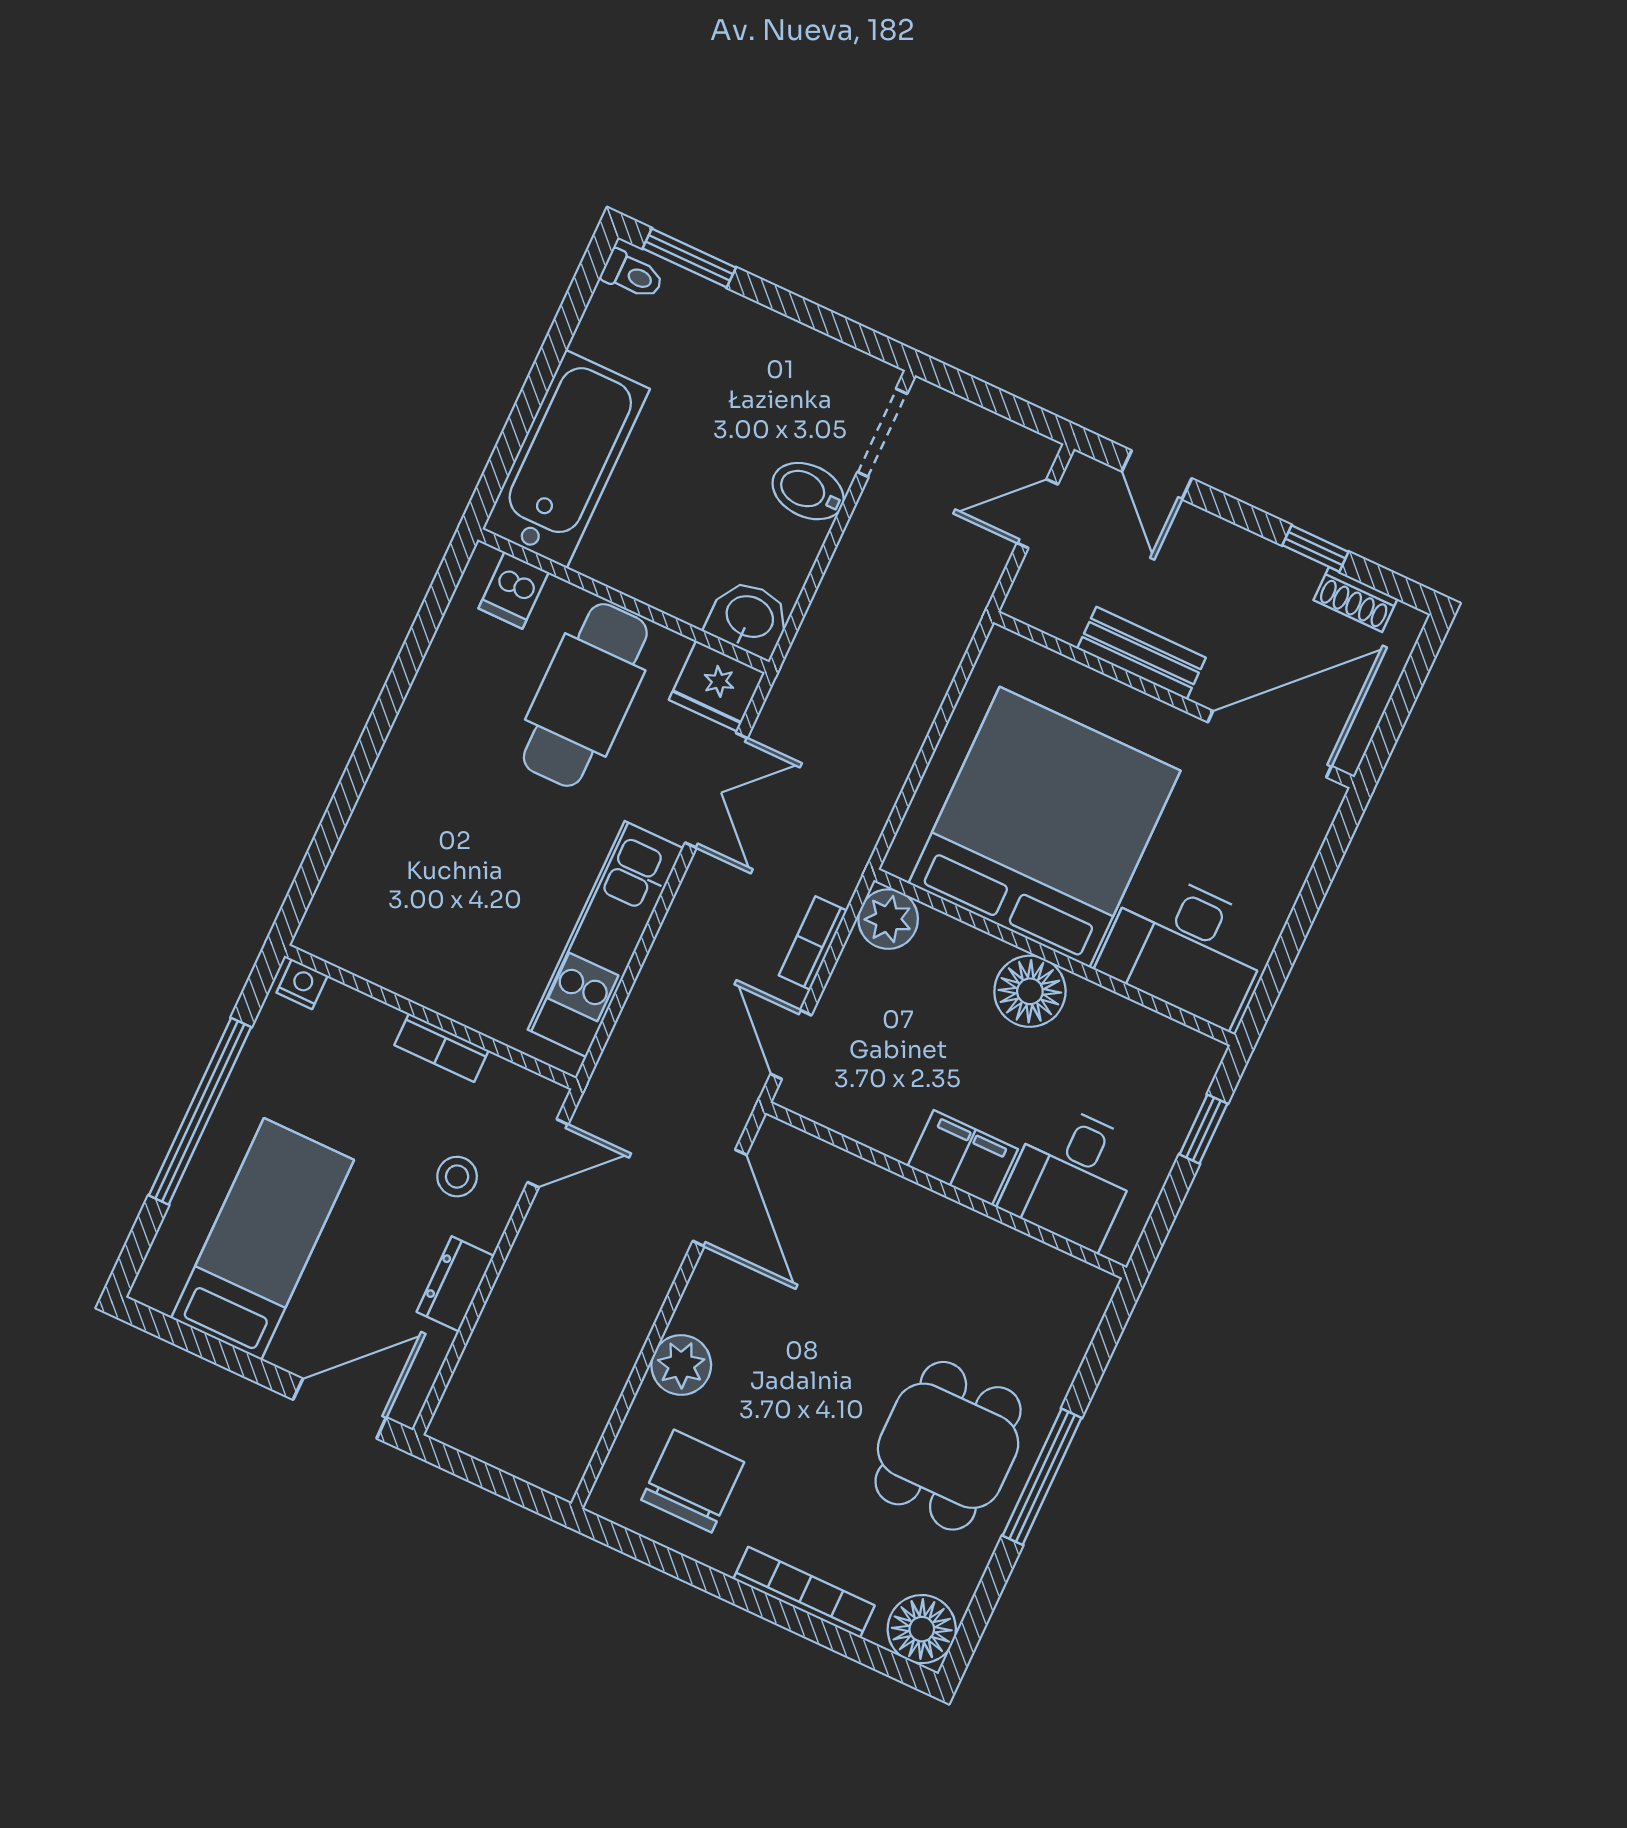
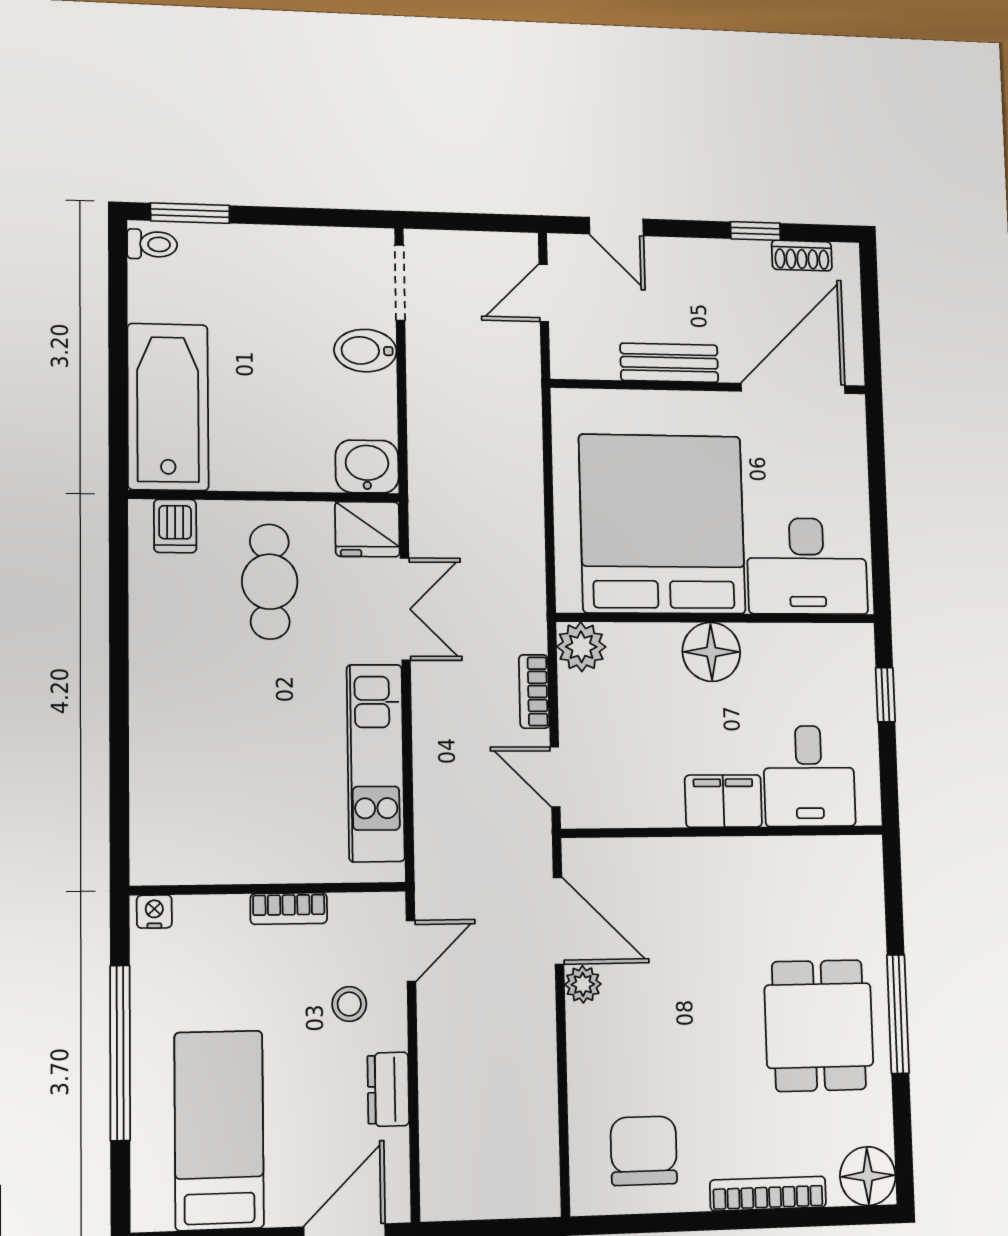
cafe table: (585, 695) -> (270, 582), width x0.73, depth x0.74
plant: (681, 1365) -> (583, 984), moved, width x0.73, depth x0.73

